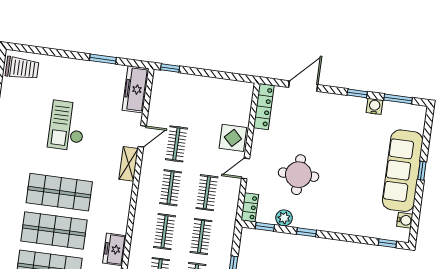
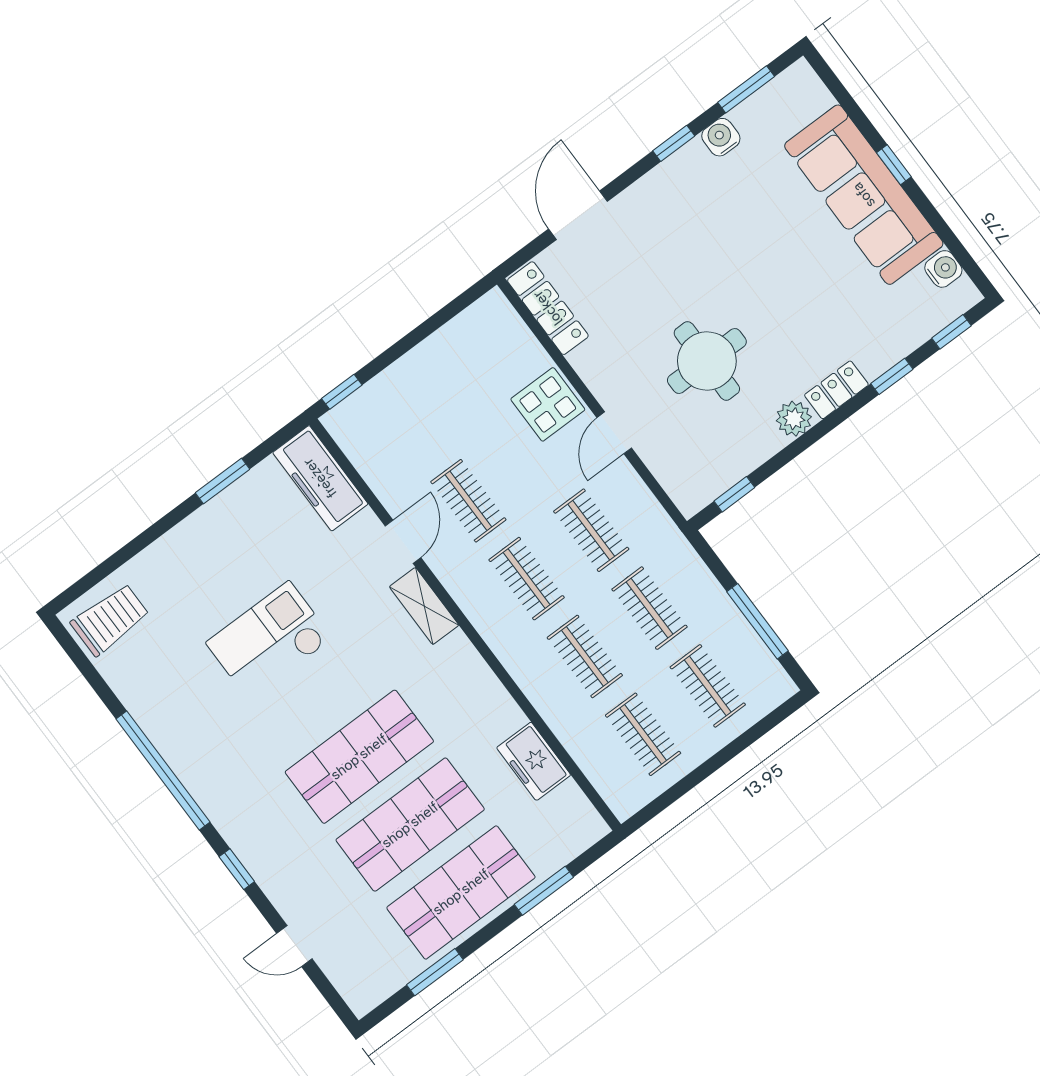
checkout: (67, 126) -> (269, 641), turned 90
locker: (250, 207) -> (836, 390), moved, turned -90
plant: (284, 218) -> (794, 419), moved
window: (307, 232) -> (892, 376), moved

